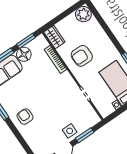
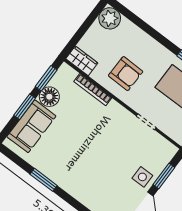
armchair: (82, 56) -> (126, 74), turned -89
armchair: (25, 117) -> (78, 178), removed

